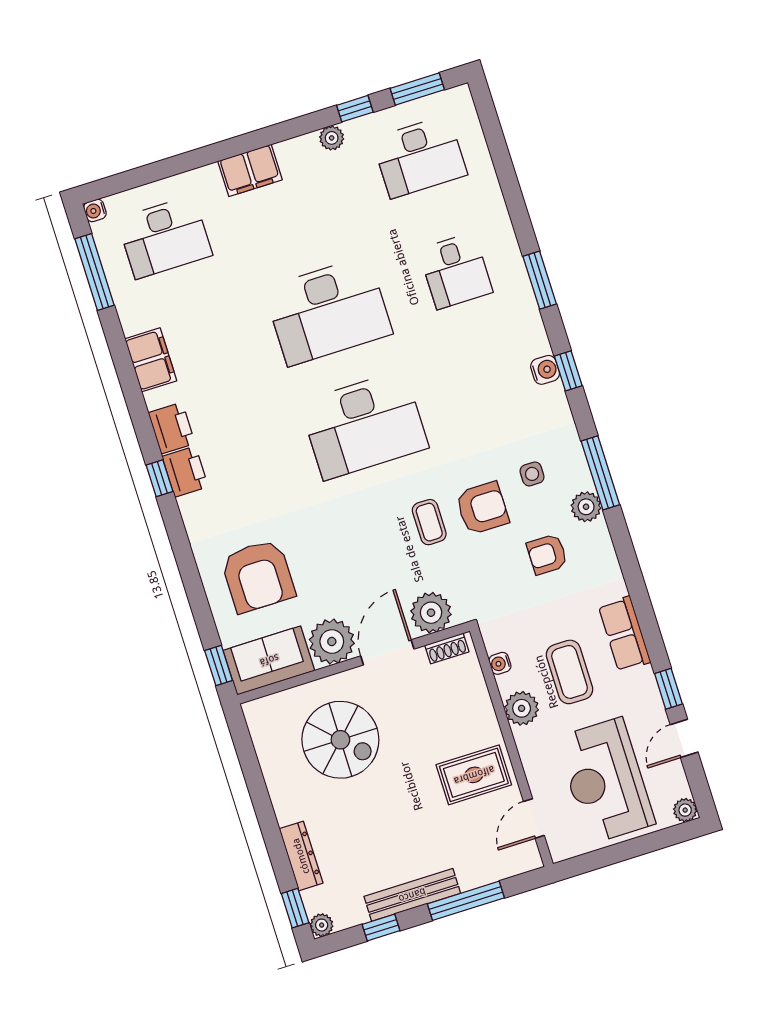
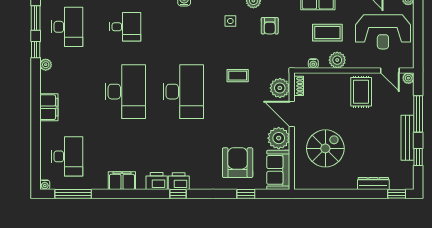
armchair: (482, 508) -> (239, 49), removed
armchair: (258, 576) -> (238, 163), turned -90
window: (219, 665) -> (246, 194), moved
plant: (322, 925) -> (408, 78), moved

